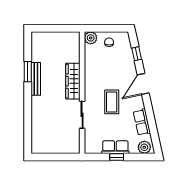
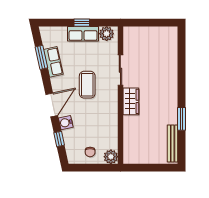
water cooler: (131, 68) -> (66, 123), added
bench: (36, 79) -> (173, 143), moved
wardrobe: (73, 81) -> (131, 101), width x0.67
window: (152, 126) -> (41, 57), added
plant: (144, 147) -> (107, 34), moved

